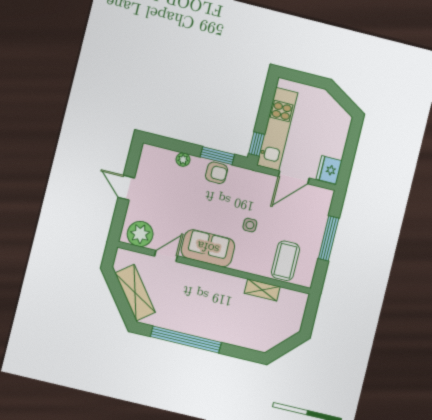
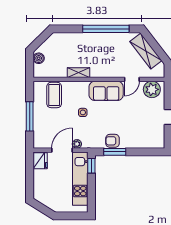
plant: (183, 160) -> (77, 144), moved
shelving: (262, 290) -> (78, 73), moved
boiler: (295, 320) -> (39, 58), added

